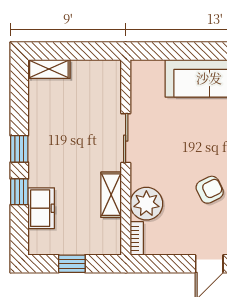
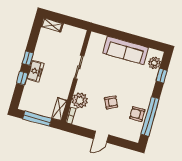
shelving: (111, 195) -> (60, 109), moved
freezer: (41, 208) -> (35, 71), moved
window: (72, 264) -> (37, 119), width x2.17

